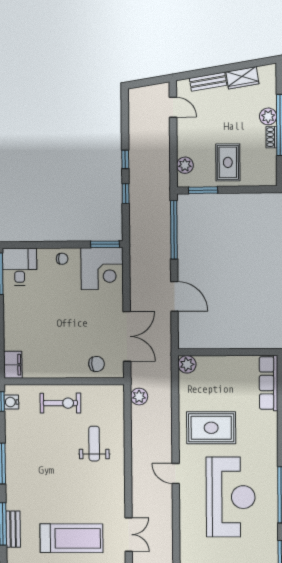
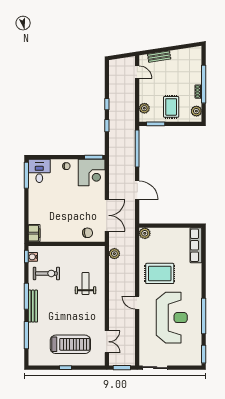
wardrobe: (242, 78) -> (180, 55), removed
plant: (268, 116) -> (196, 111), moved
exercise bike: (60, 403) -> (46, 273), moved
bench: (13, 529) -> (33, 306), moved, width x1.36

